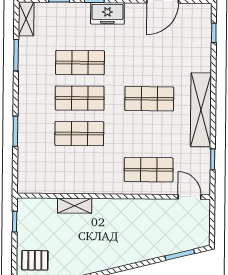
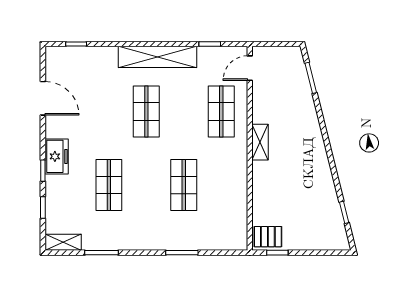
shop shelf: (80, 98) -> (146, 185), removed
shelving: (75, 206) -> (260, 142), moved
pallet: (35, 260) -> (268, 237), moved, turned 90

